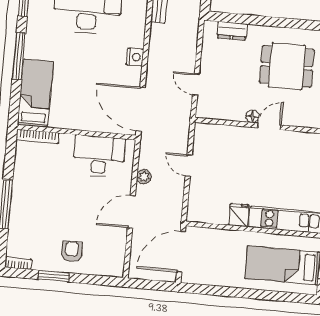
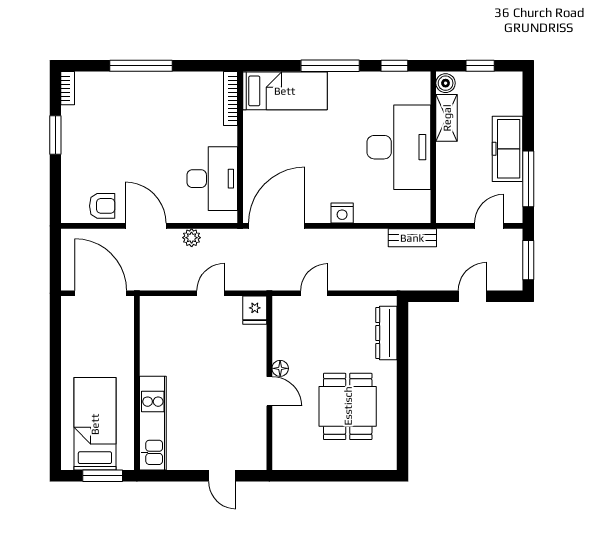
dresser: (232, 31) -> (386, 333), width x1.44
fridge: (239, 215) -> (255, 310), moved, turned 90
armchair: (72, 252) -> (102, 206), moved

